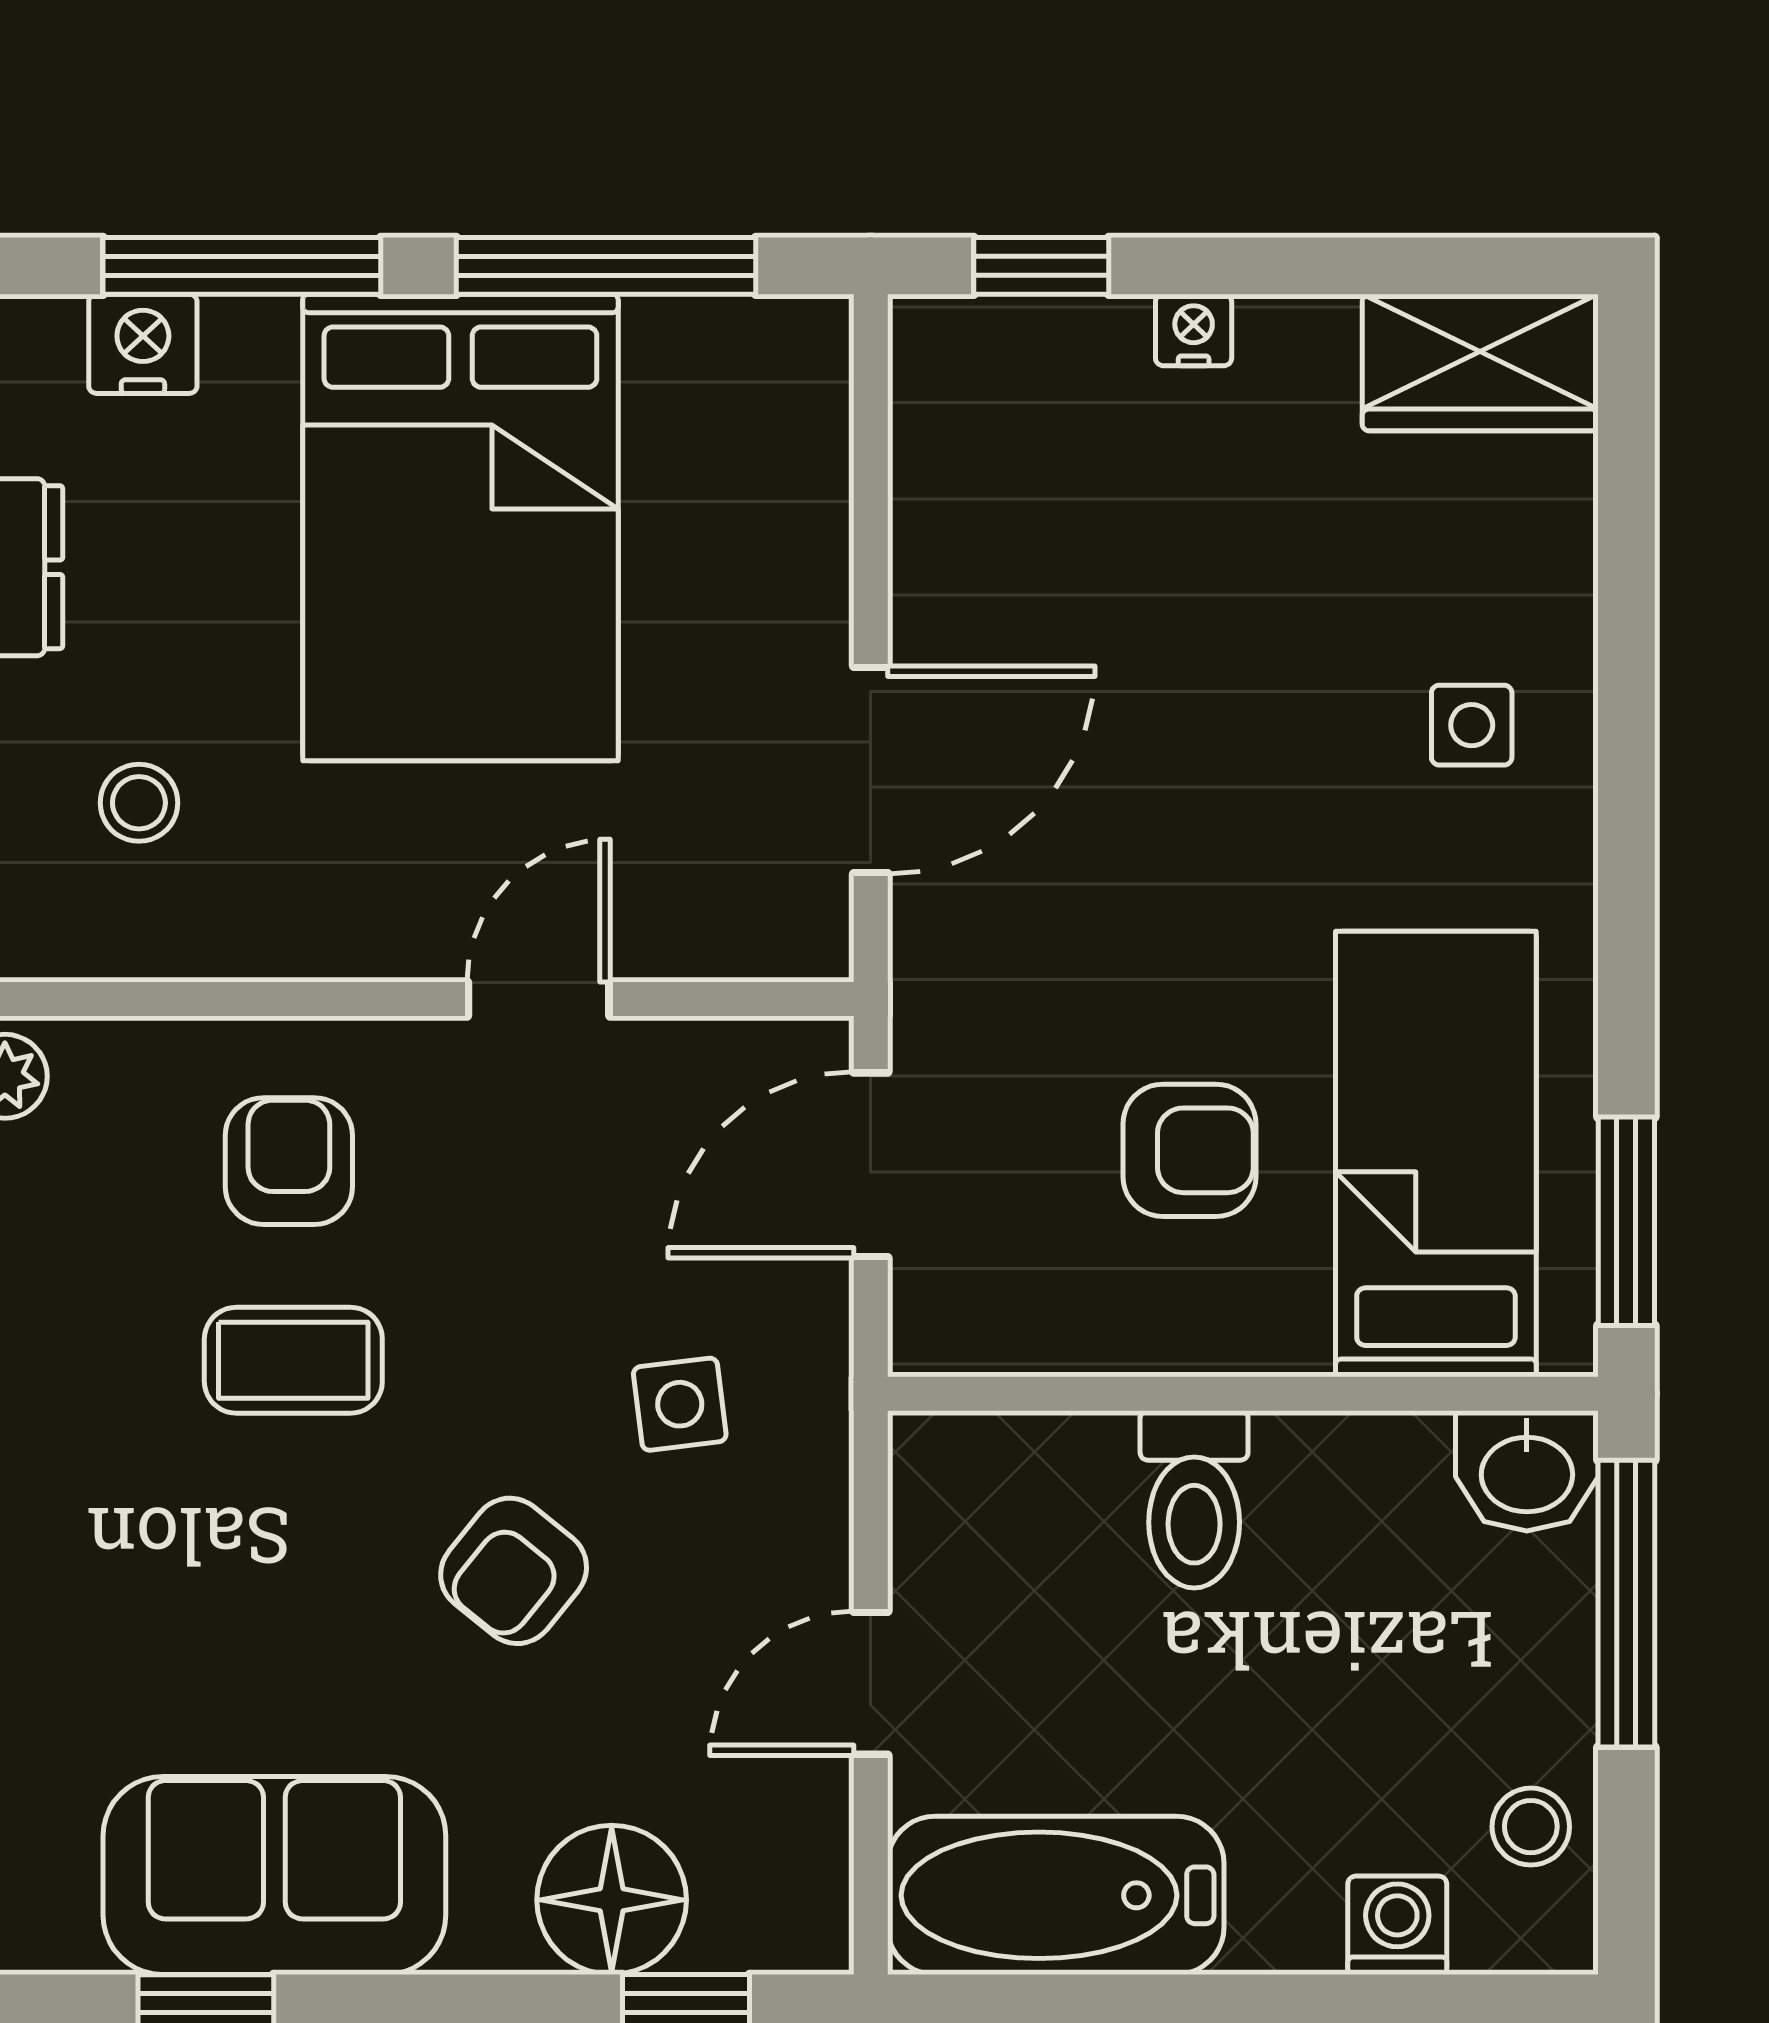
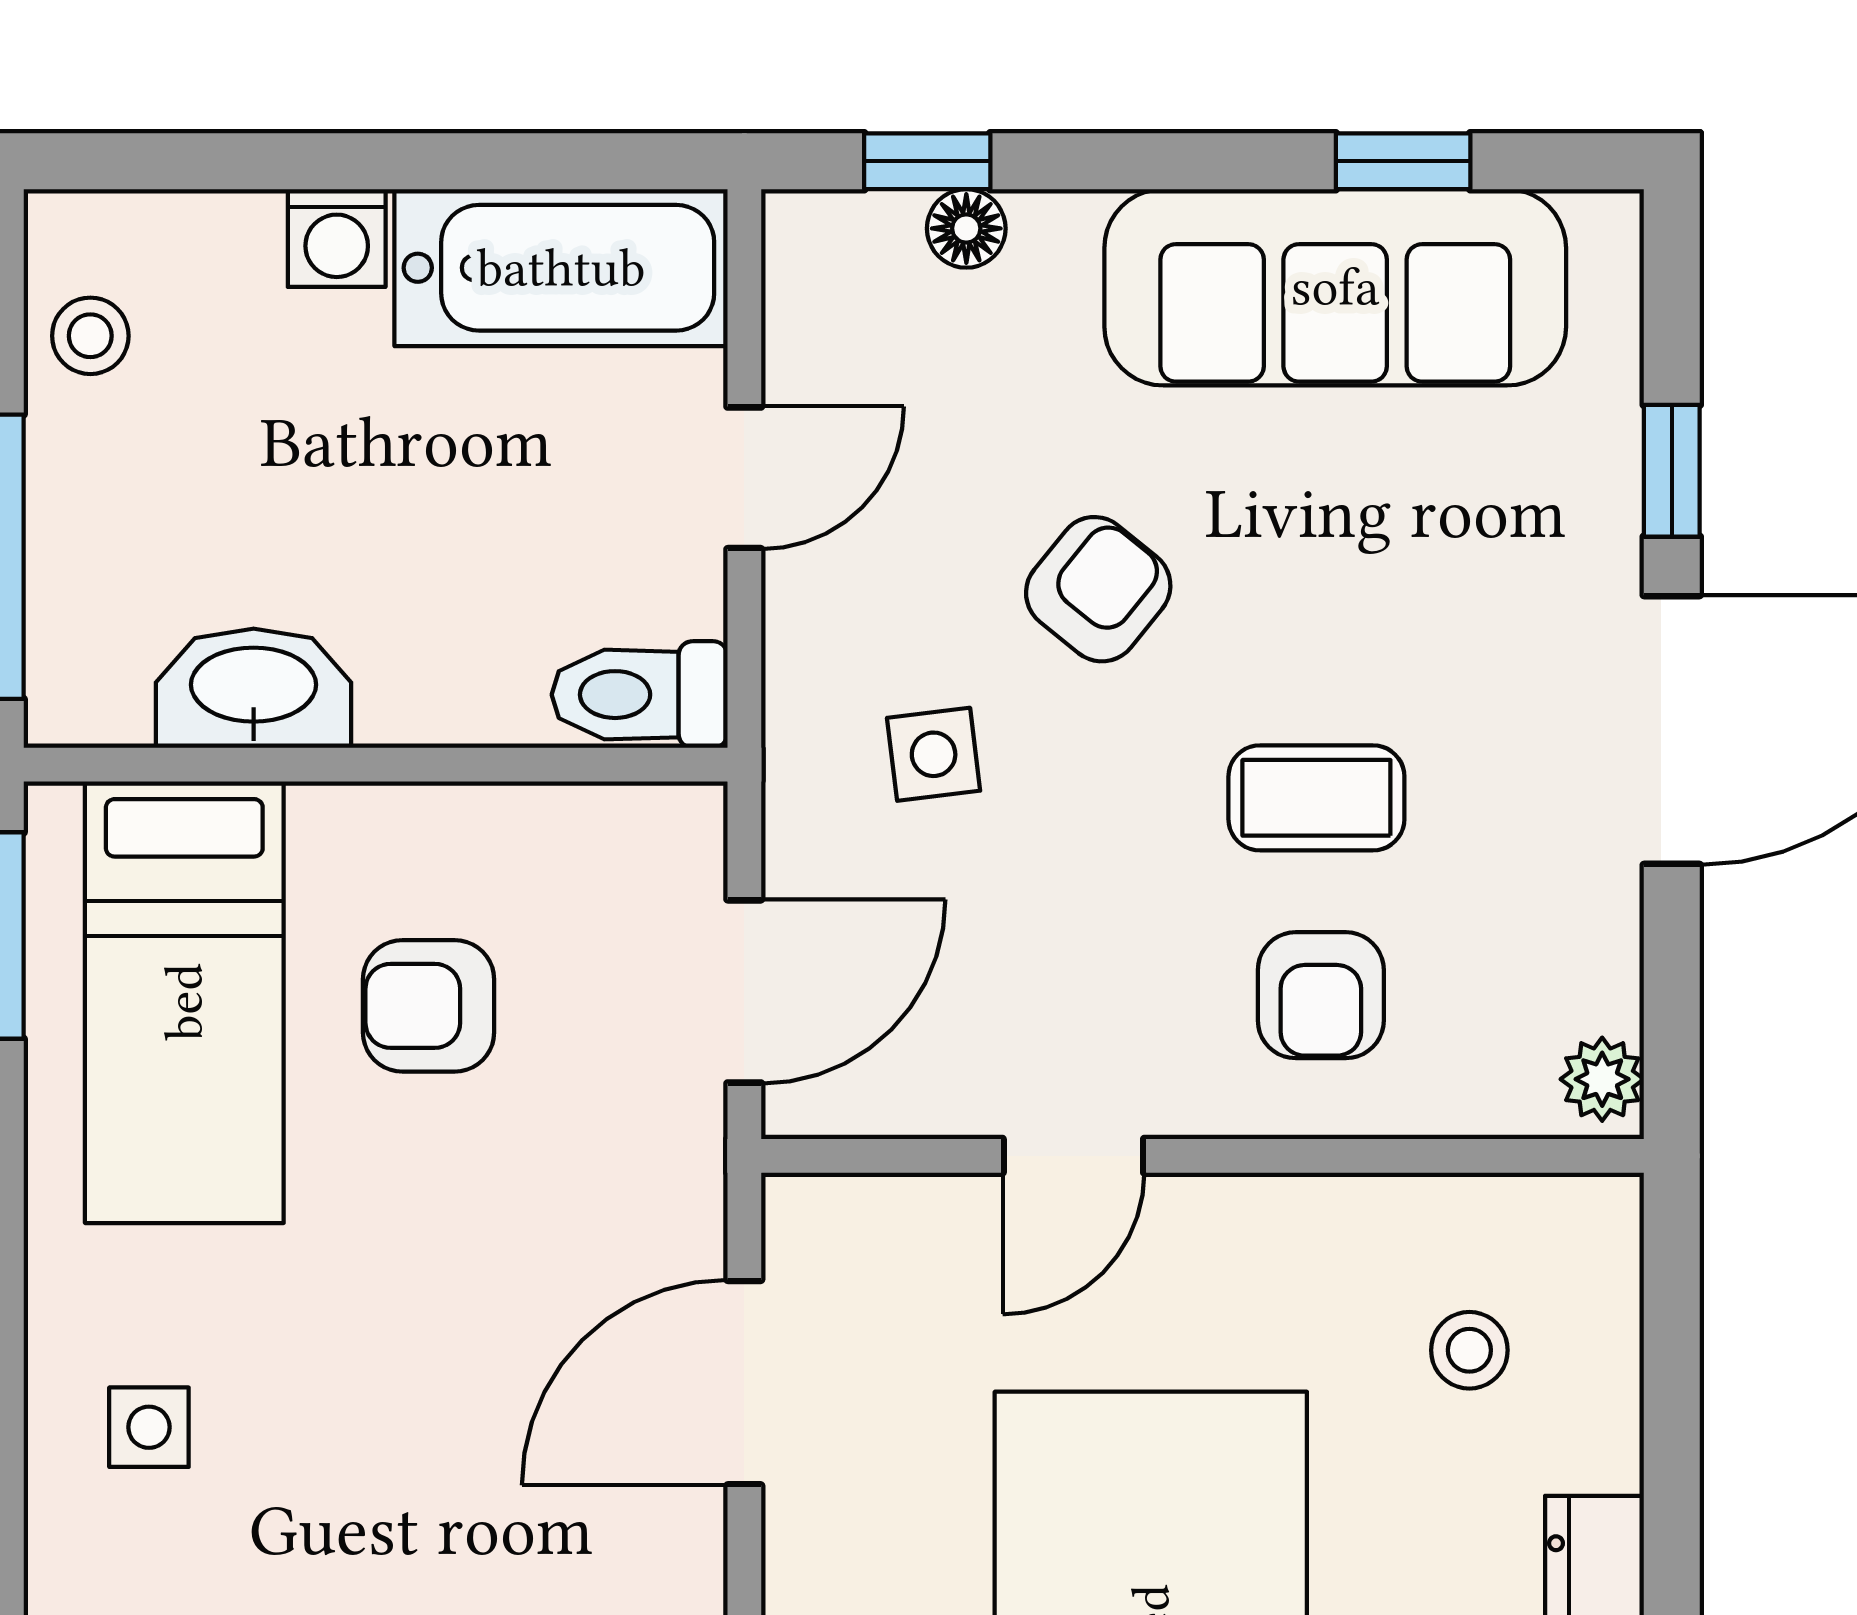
washbasin: (1527, 1471) -> (254, 688), moved, width x1.38
toilet: (1194, 1499) -> (640, 695), moved, turned -90
sofa: (274, 1875) -> (1335, 287), width x1.36
floor lamp: (612, 1900) -> (966, 228), width x0.53, depth x0.53
washing machine: (1397, 1925) -> (337, 238), moved

